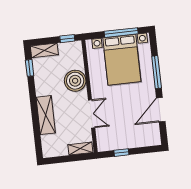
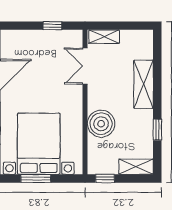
window: (121, 33) -> (36, 178), width x0.69
window: (30, 68) -> (157, 130), moved
double door: (92, 114) -> (85, 66), moved

